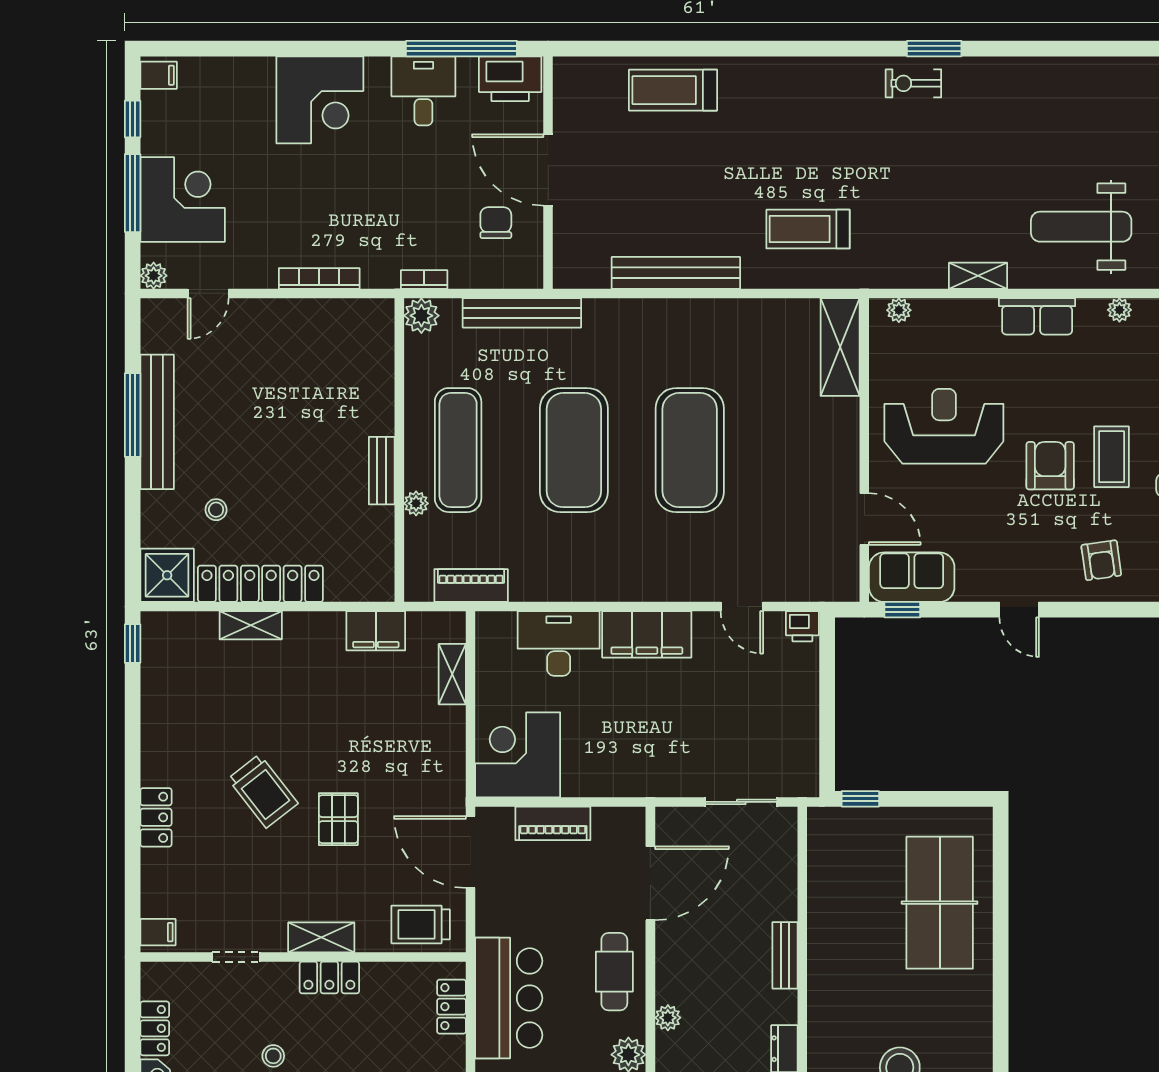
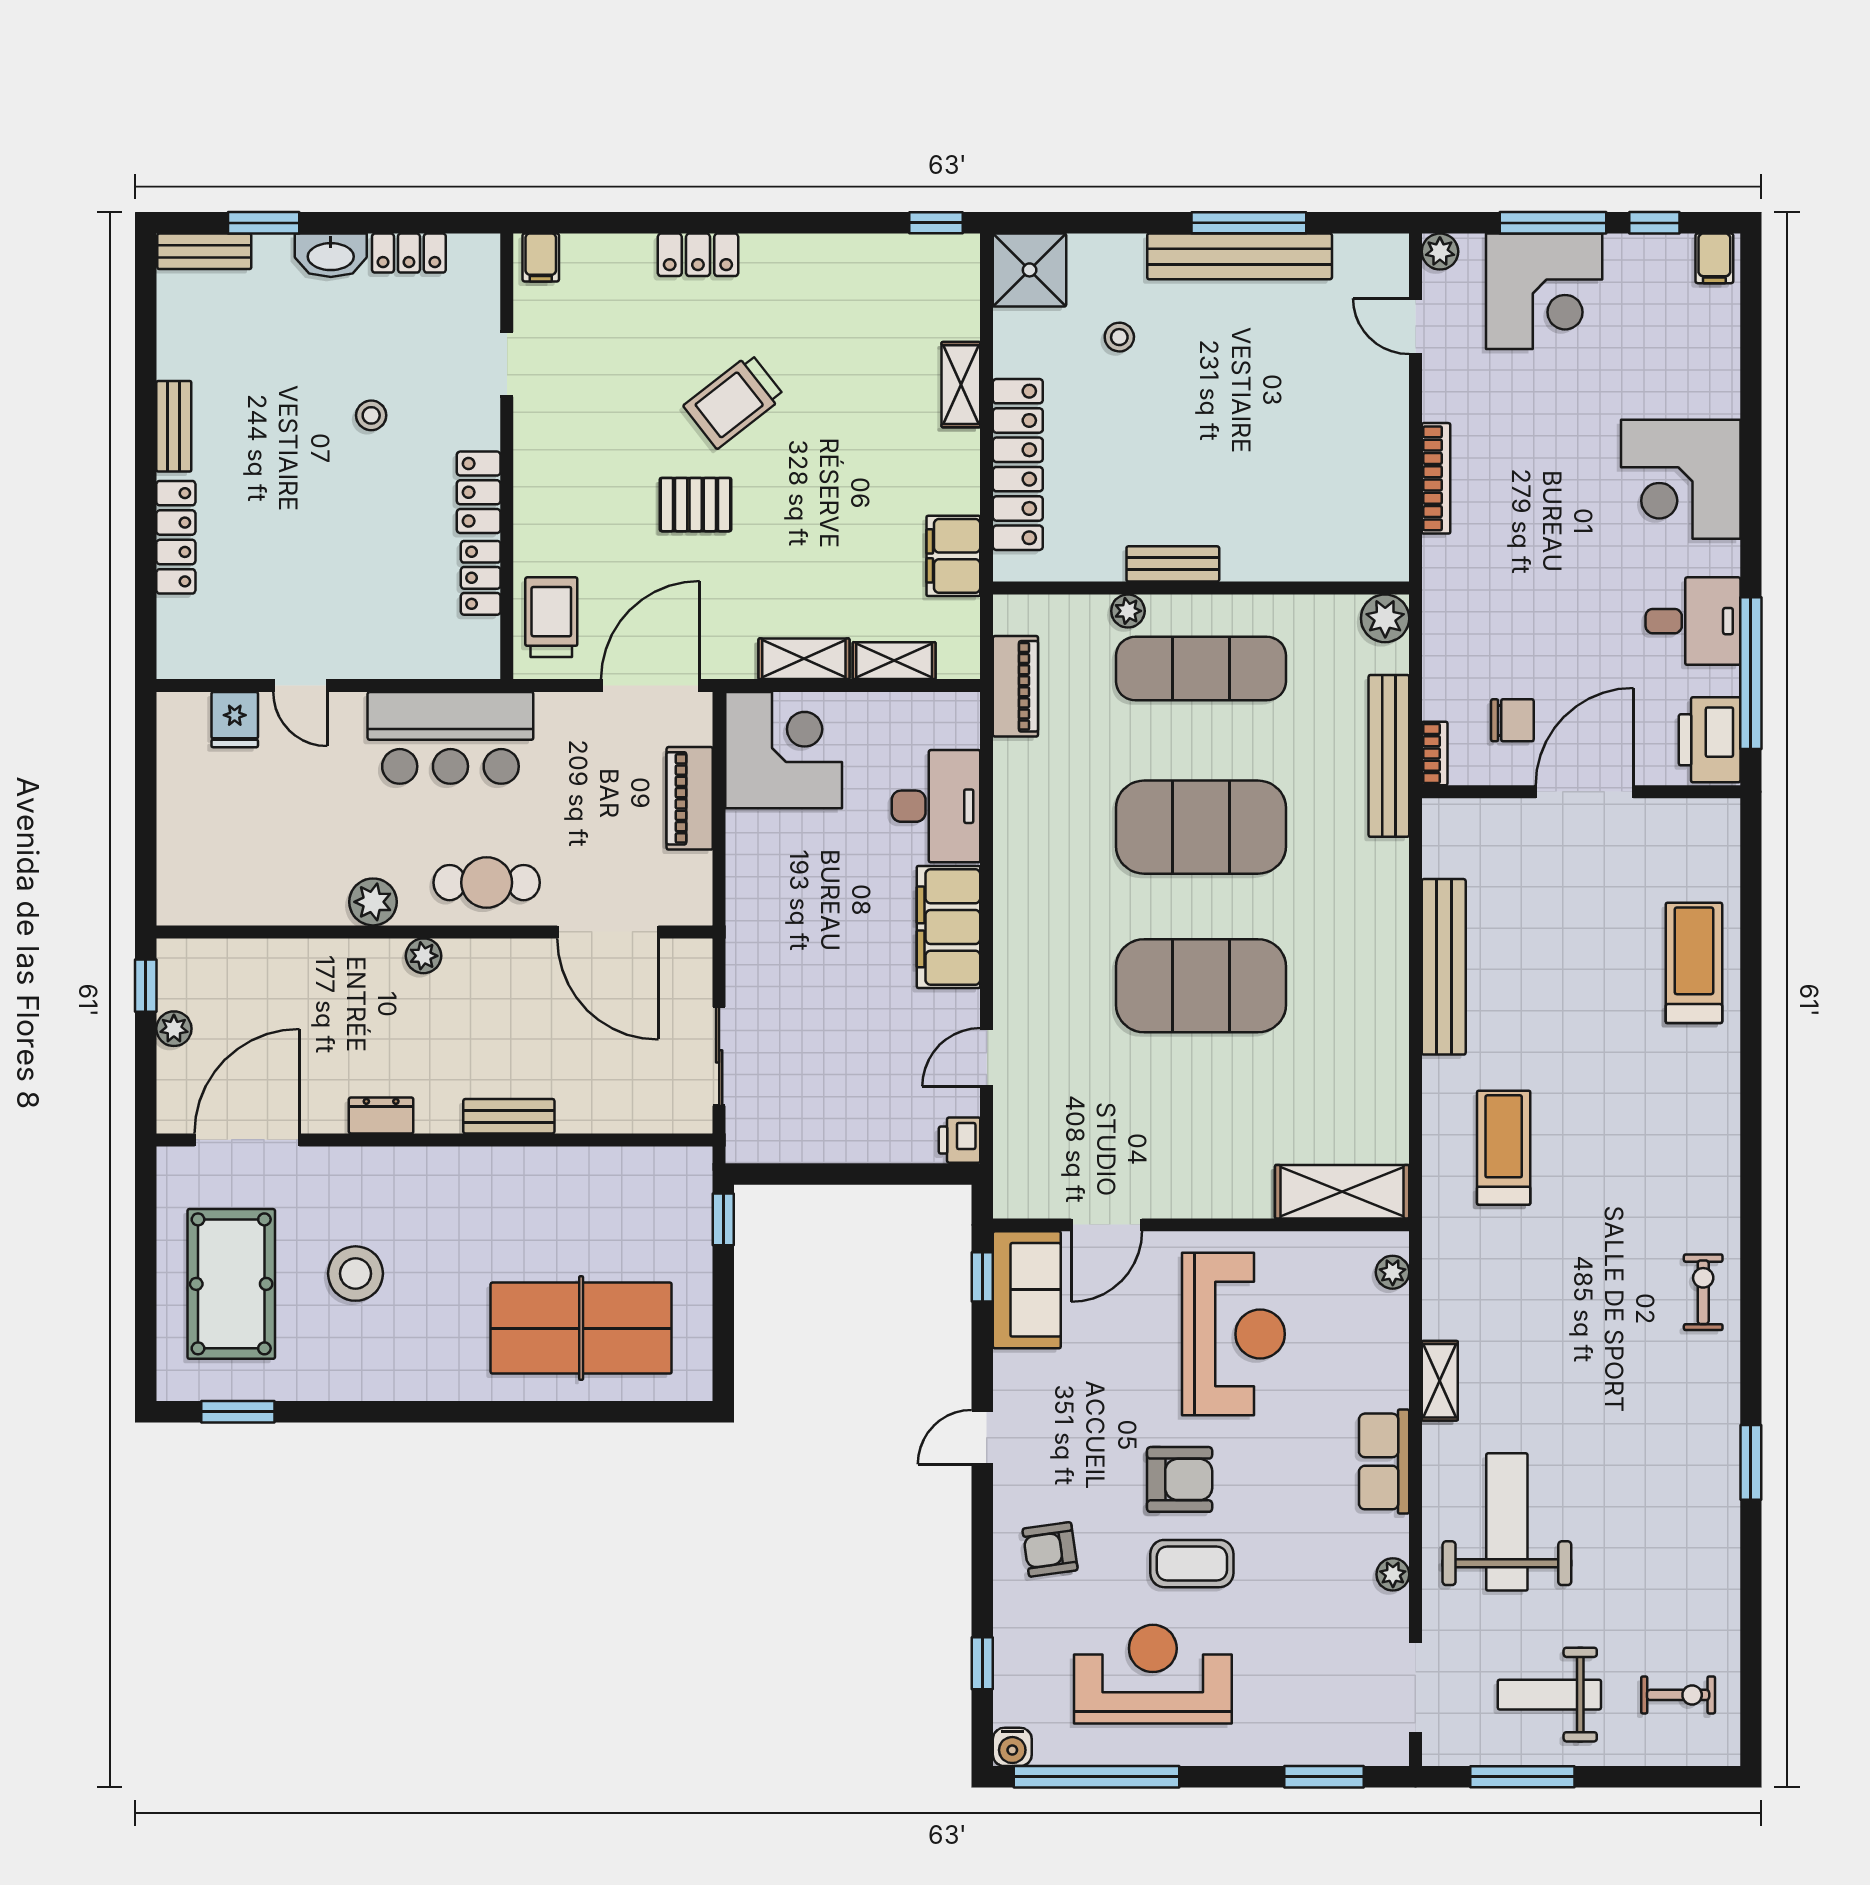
window: (934, 49) -> (1751, 1462), moved
bookcase: (424, 279) -> (1435, 753), moved
locker: (260, 584) -> (1018, 464), moved
shelving: (321, 937) -> (804, 659), moved, turned 90
locker: (451, 1007) -> (481, 578), moved, turned -90

